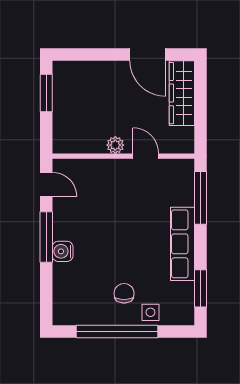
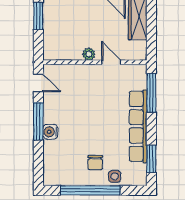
row of seats: (183, 244) -> (138, 126), width x1.36
chair: (124, 293) -> (95, 163), turned 180

